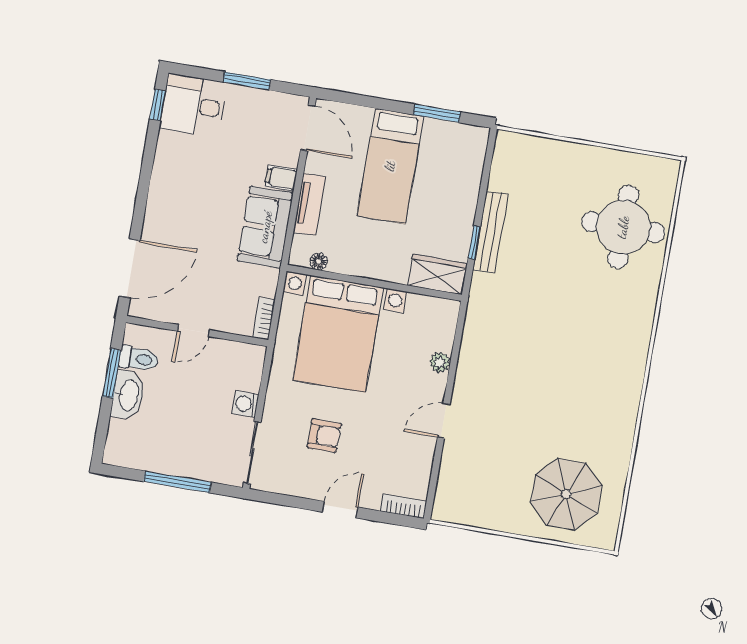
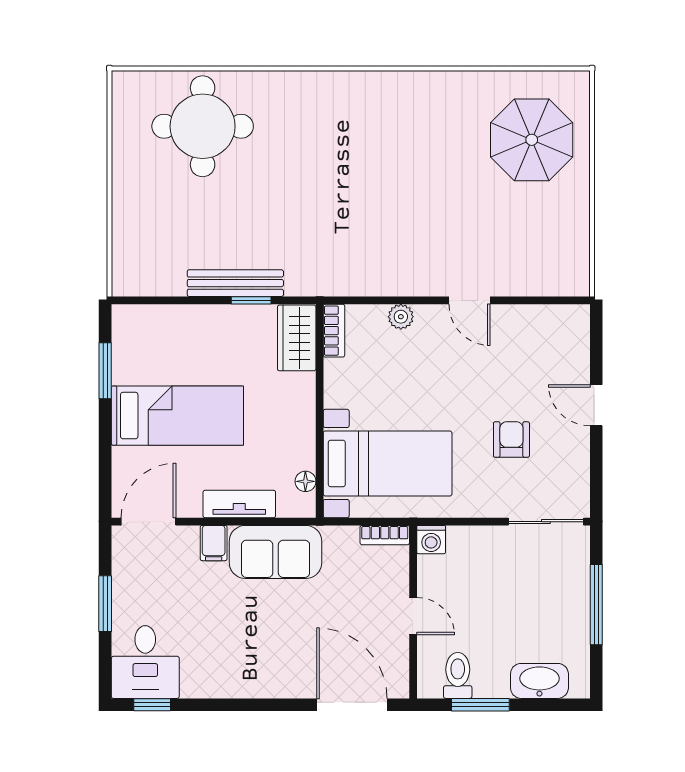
bed with nightstands: (338, 334) -> (388, 463), width x0.73
washbasin: (128, 395) -> (539, 681), moved
washing machine: (245, 404) -> (431, 540), moved
bookcase: (404, 506) -> (334, 331), moved, turned 180

